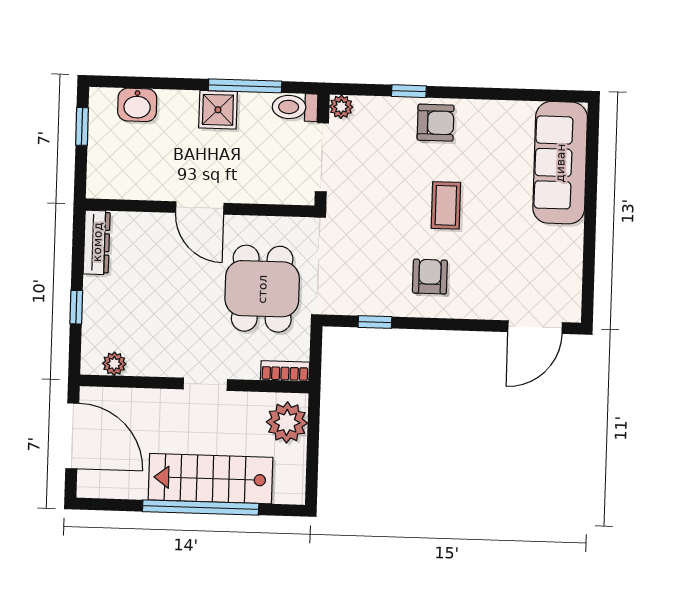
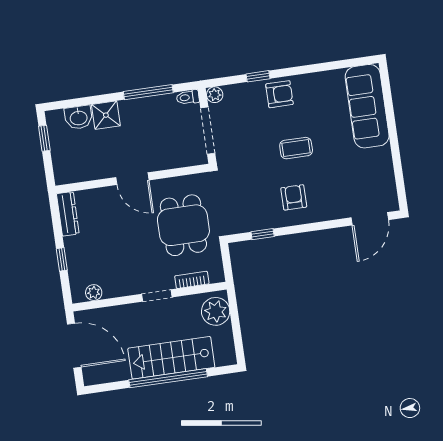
toilet: (295, 107) -> (188, 97), width x0.73, depth x0.72
shower: (218, 110) -> (106, 115), moved
coffee table: (446, 205) -> (296, 148), turned 90
bookcase: (285, 371) -> (192, 280), moved

